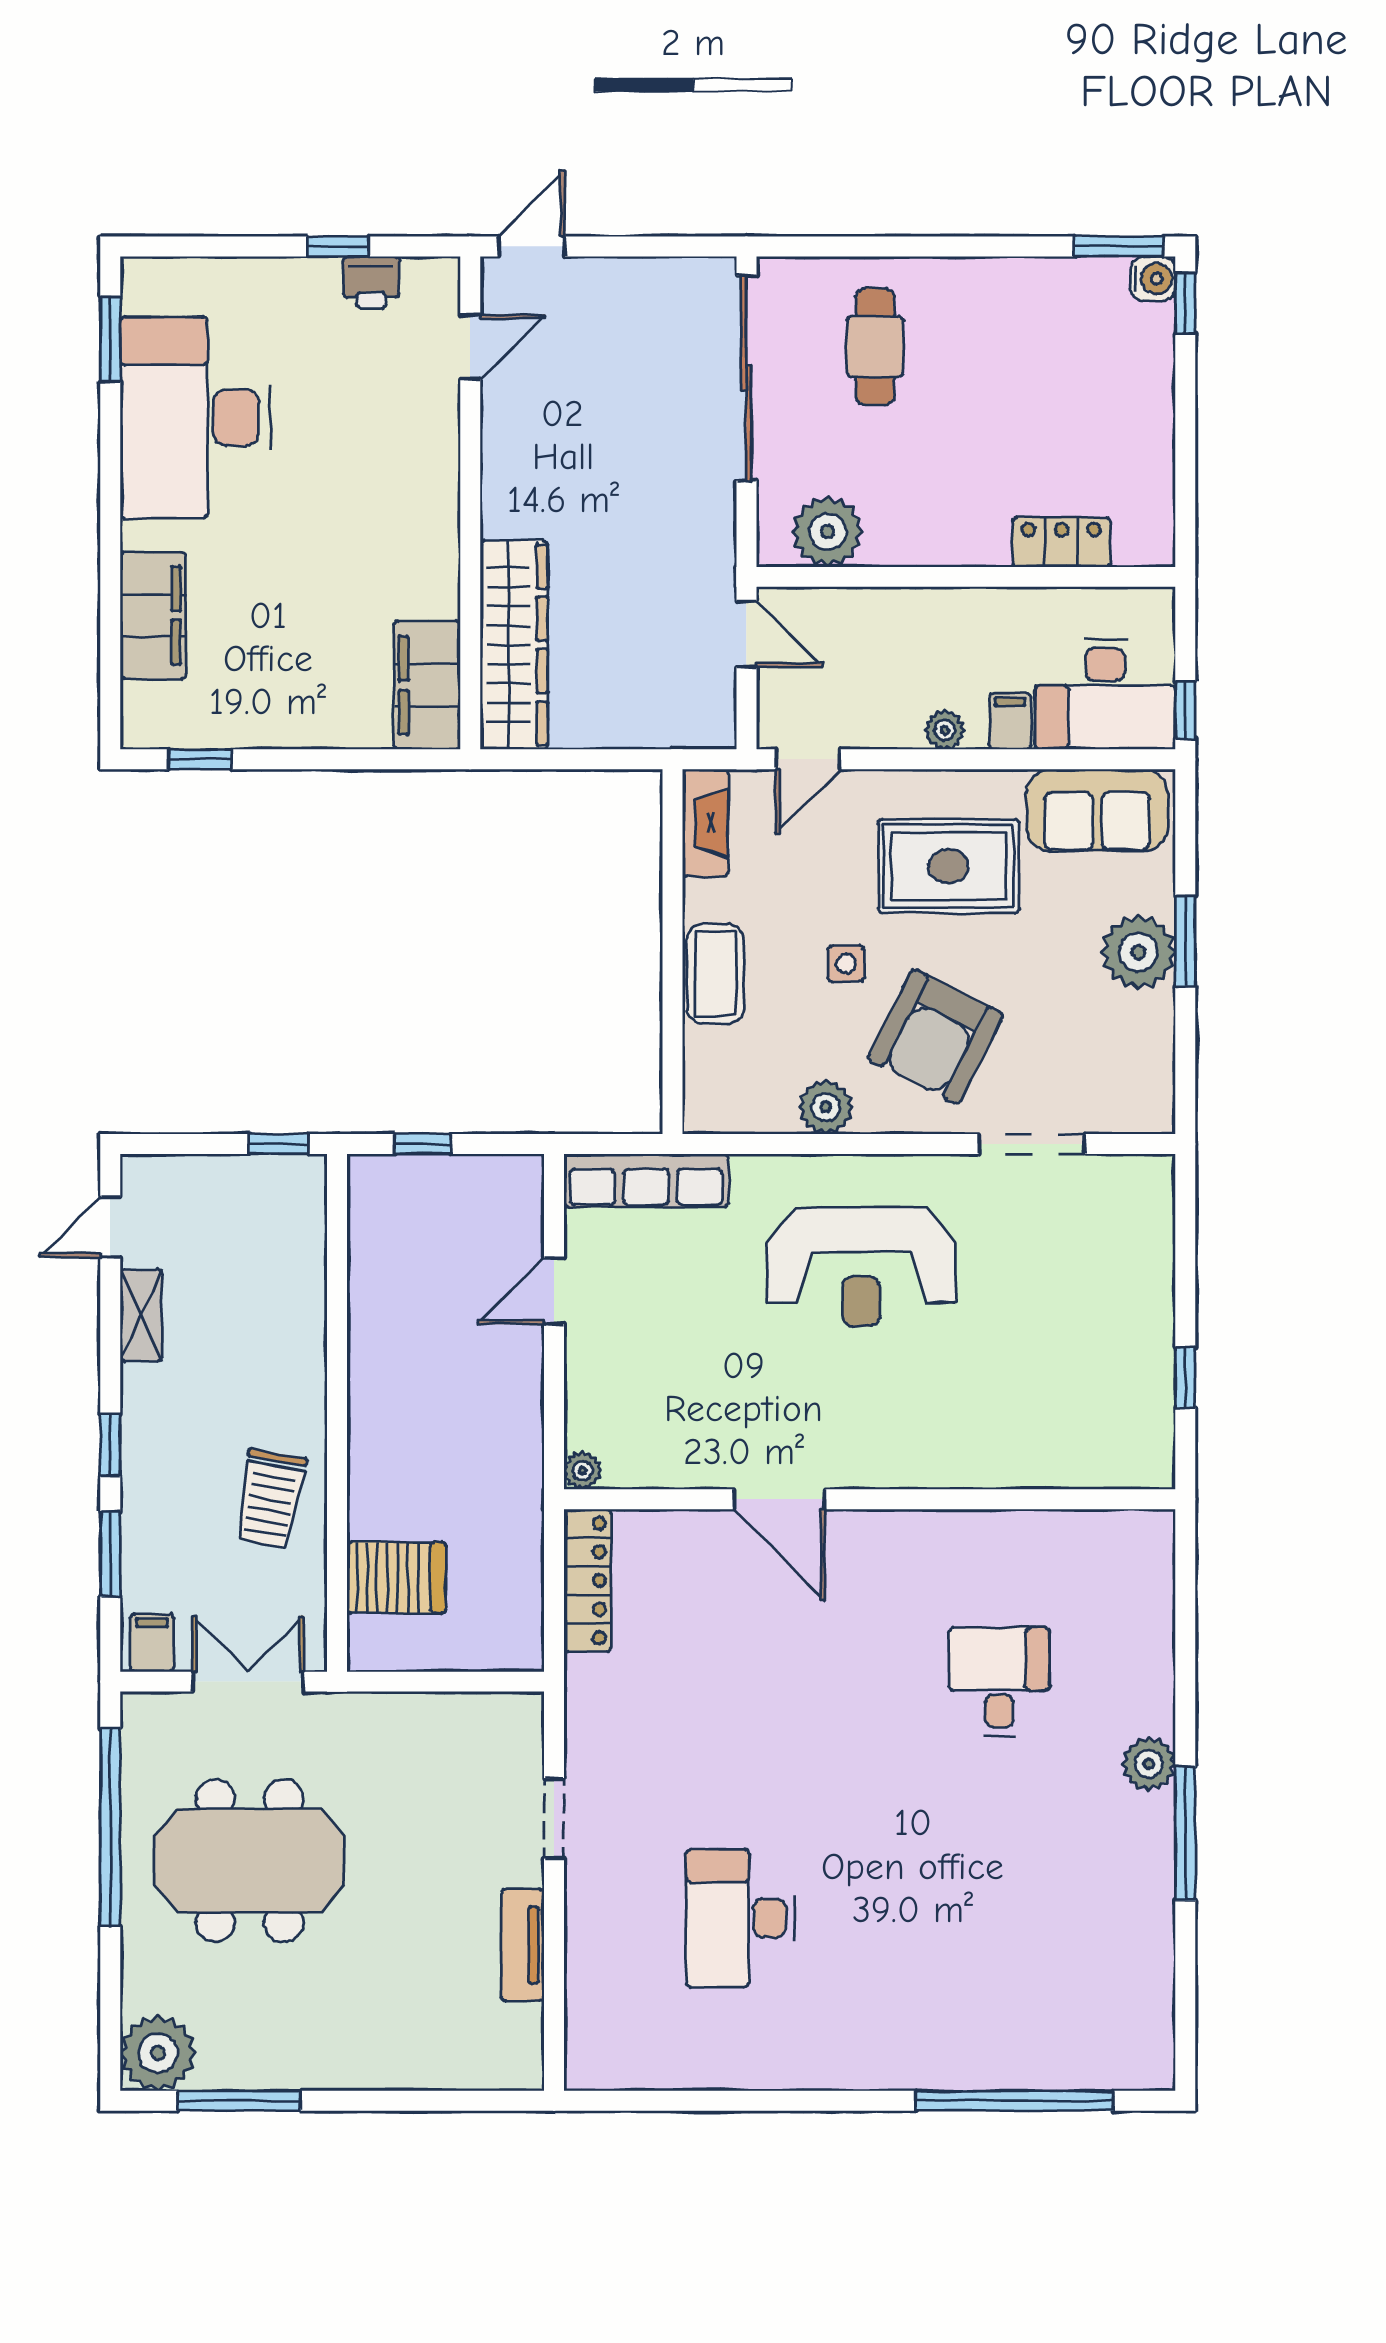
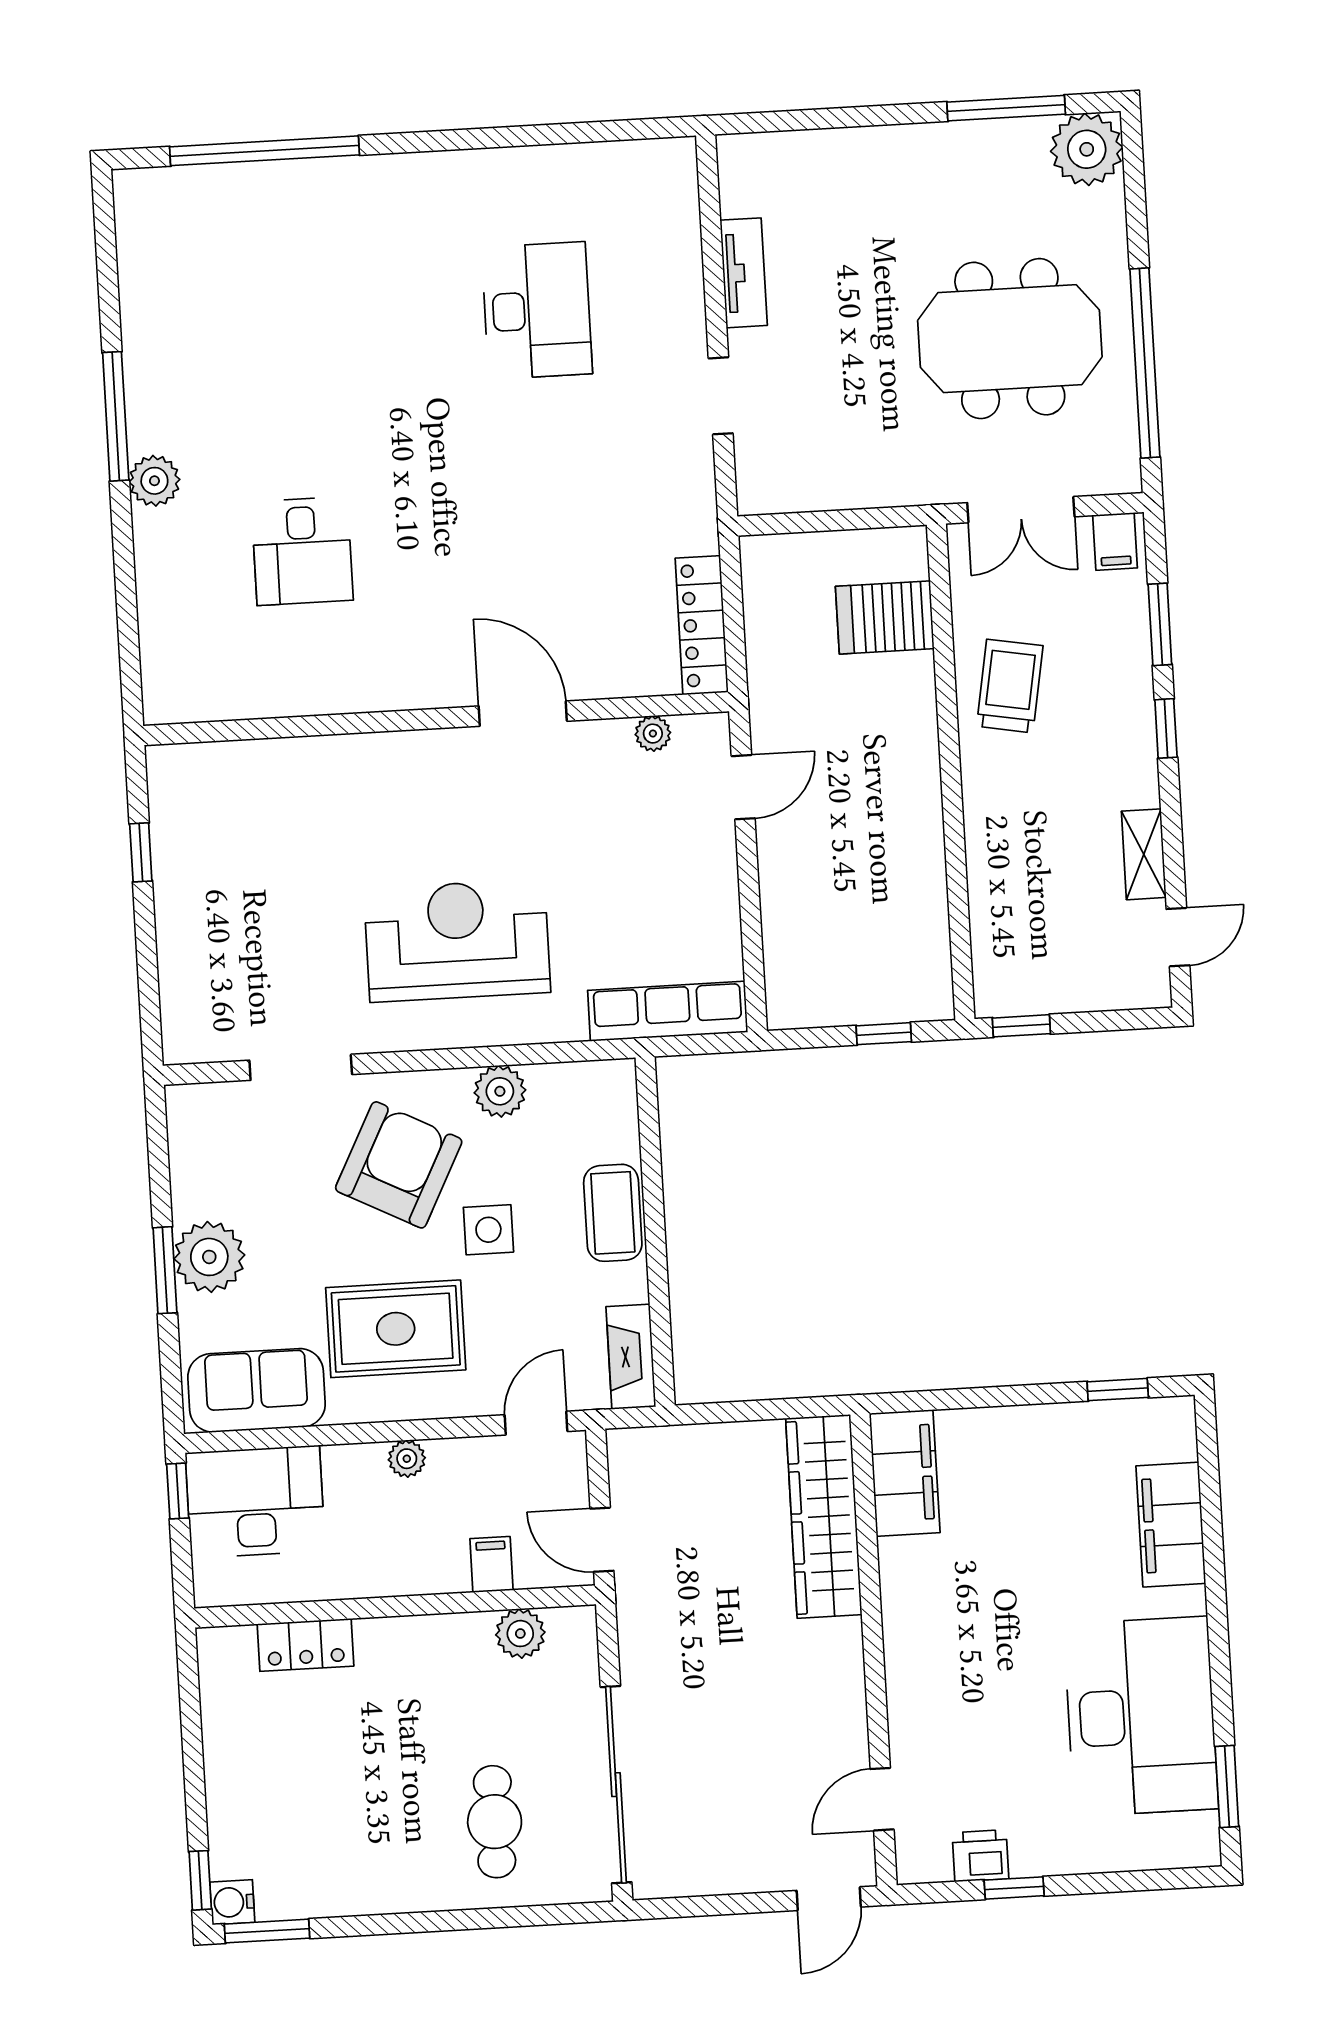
plant: (828, 532) -> (520, 1634), width x0.73, depth x0.73
filing cabinet: (1010, 721) -> (491, 1564), moved, turned 180
side table: (846, 964) -> (488, 1230), width x1.37, depth x1.37
door: (554, 1291) -> (743, 787), moved
plant: (583, 1471) -> (653, 734), moved

